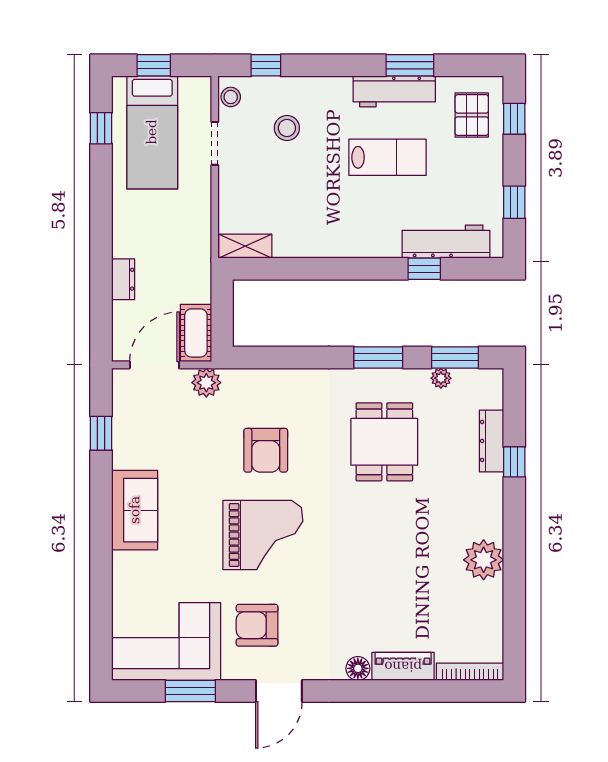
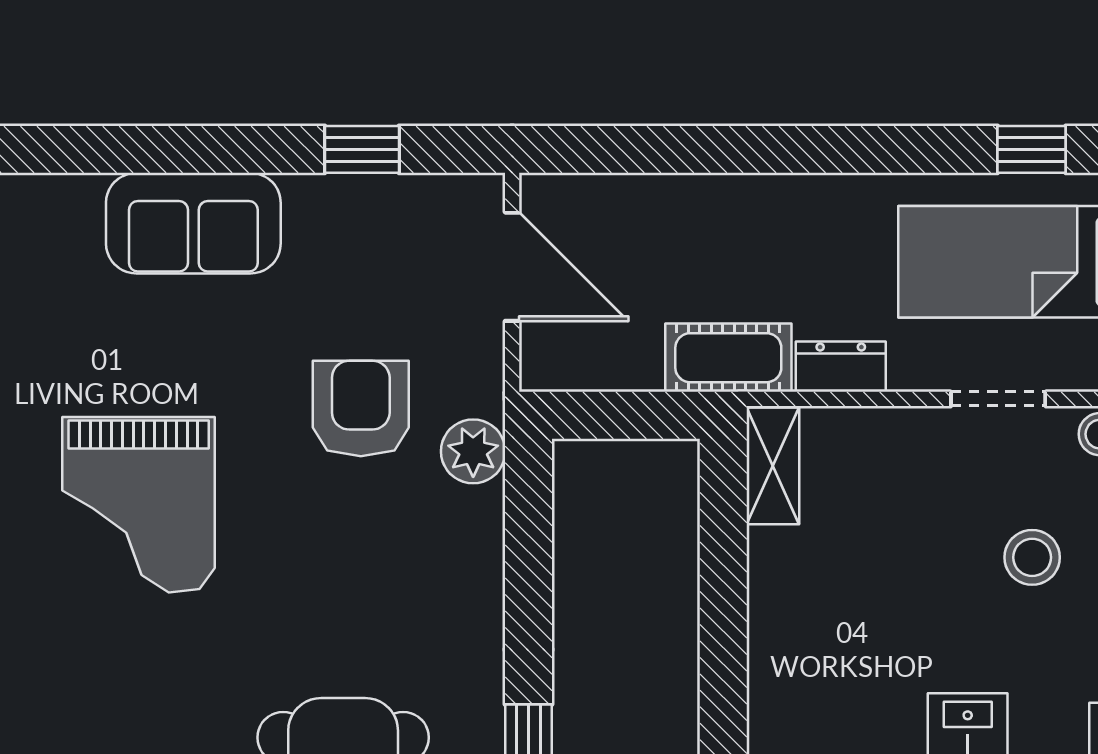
dresser: (123, 279) -> (841, 367), moved, turned 180
cot: (196, 333) -> (728, 358), moved
plant: (206, 383) -> (473, 451), moved
armchair: (266, 450) -> (361, 409), moved, turned 90

